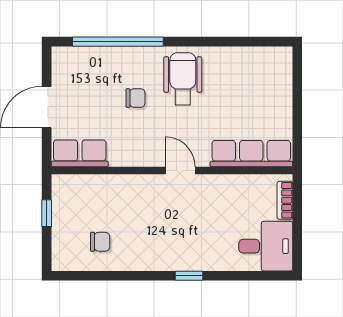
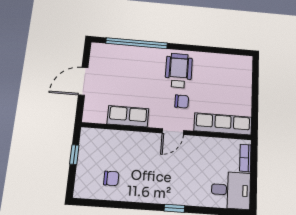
chair: (136, 98) -> (182, 101), moved
row of seats: (80, 153) -> (128, 116), moved
door: (180, 171) -> (173, 132), swing flipped

